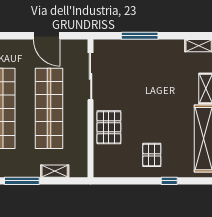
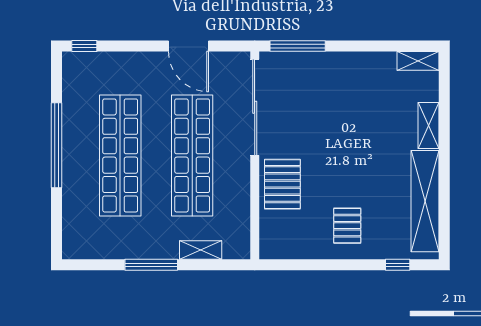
window: (140, 36) -> (298, 46), moved
sliding door: (91, 76) -> (255, 107), width x1.36
window: (169, 181) -> (398, 265), moved

